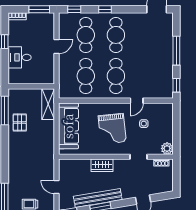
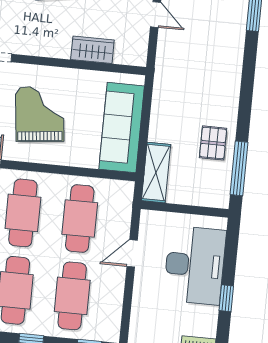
door: (56, 46) -> (132, 253), moved
desk: (20, 57) -> (195, 265), width x1.87, depth x1.30
wardrobe: (102, 165) -> (92, 50), moved

